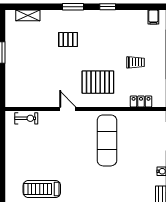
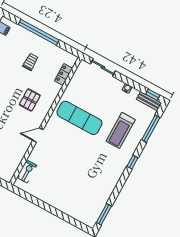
pallet: (98, 82) -> (30, 100), width x0.67, depth x0.71
treadmill: (42, 189) -> (121, 130), moved

